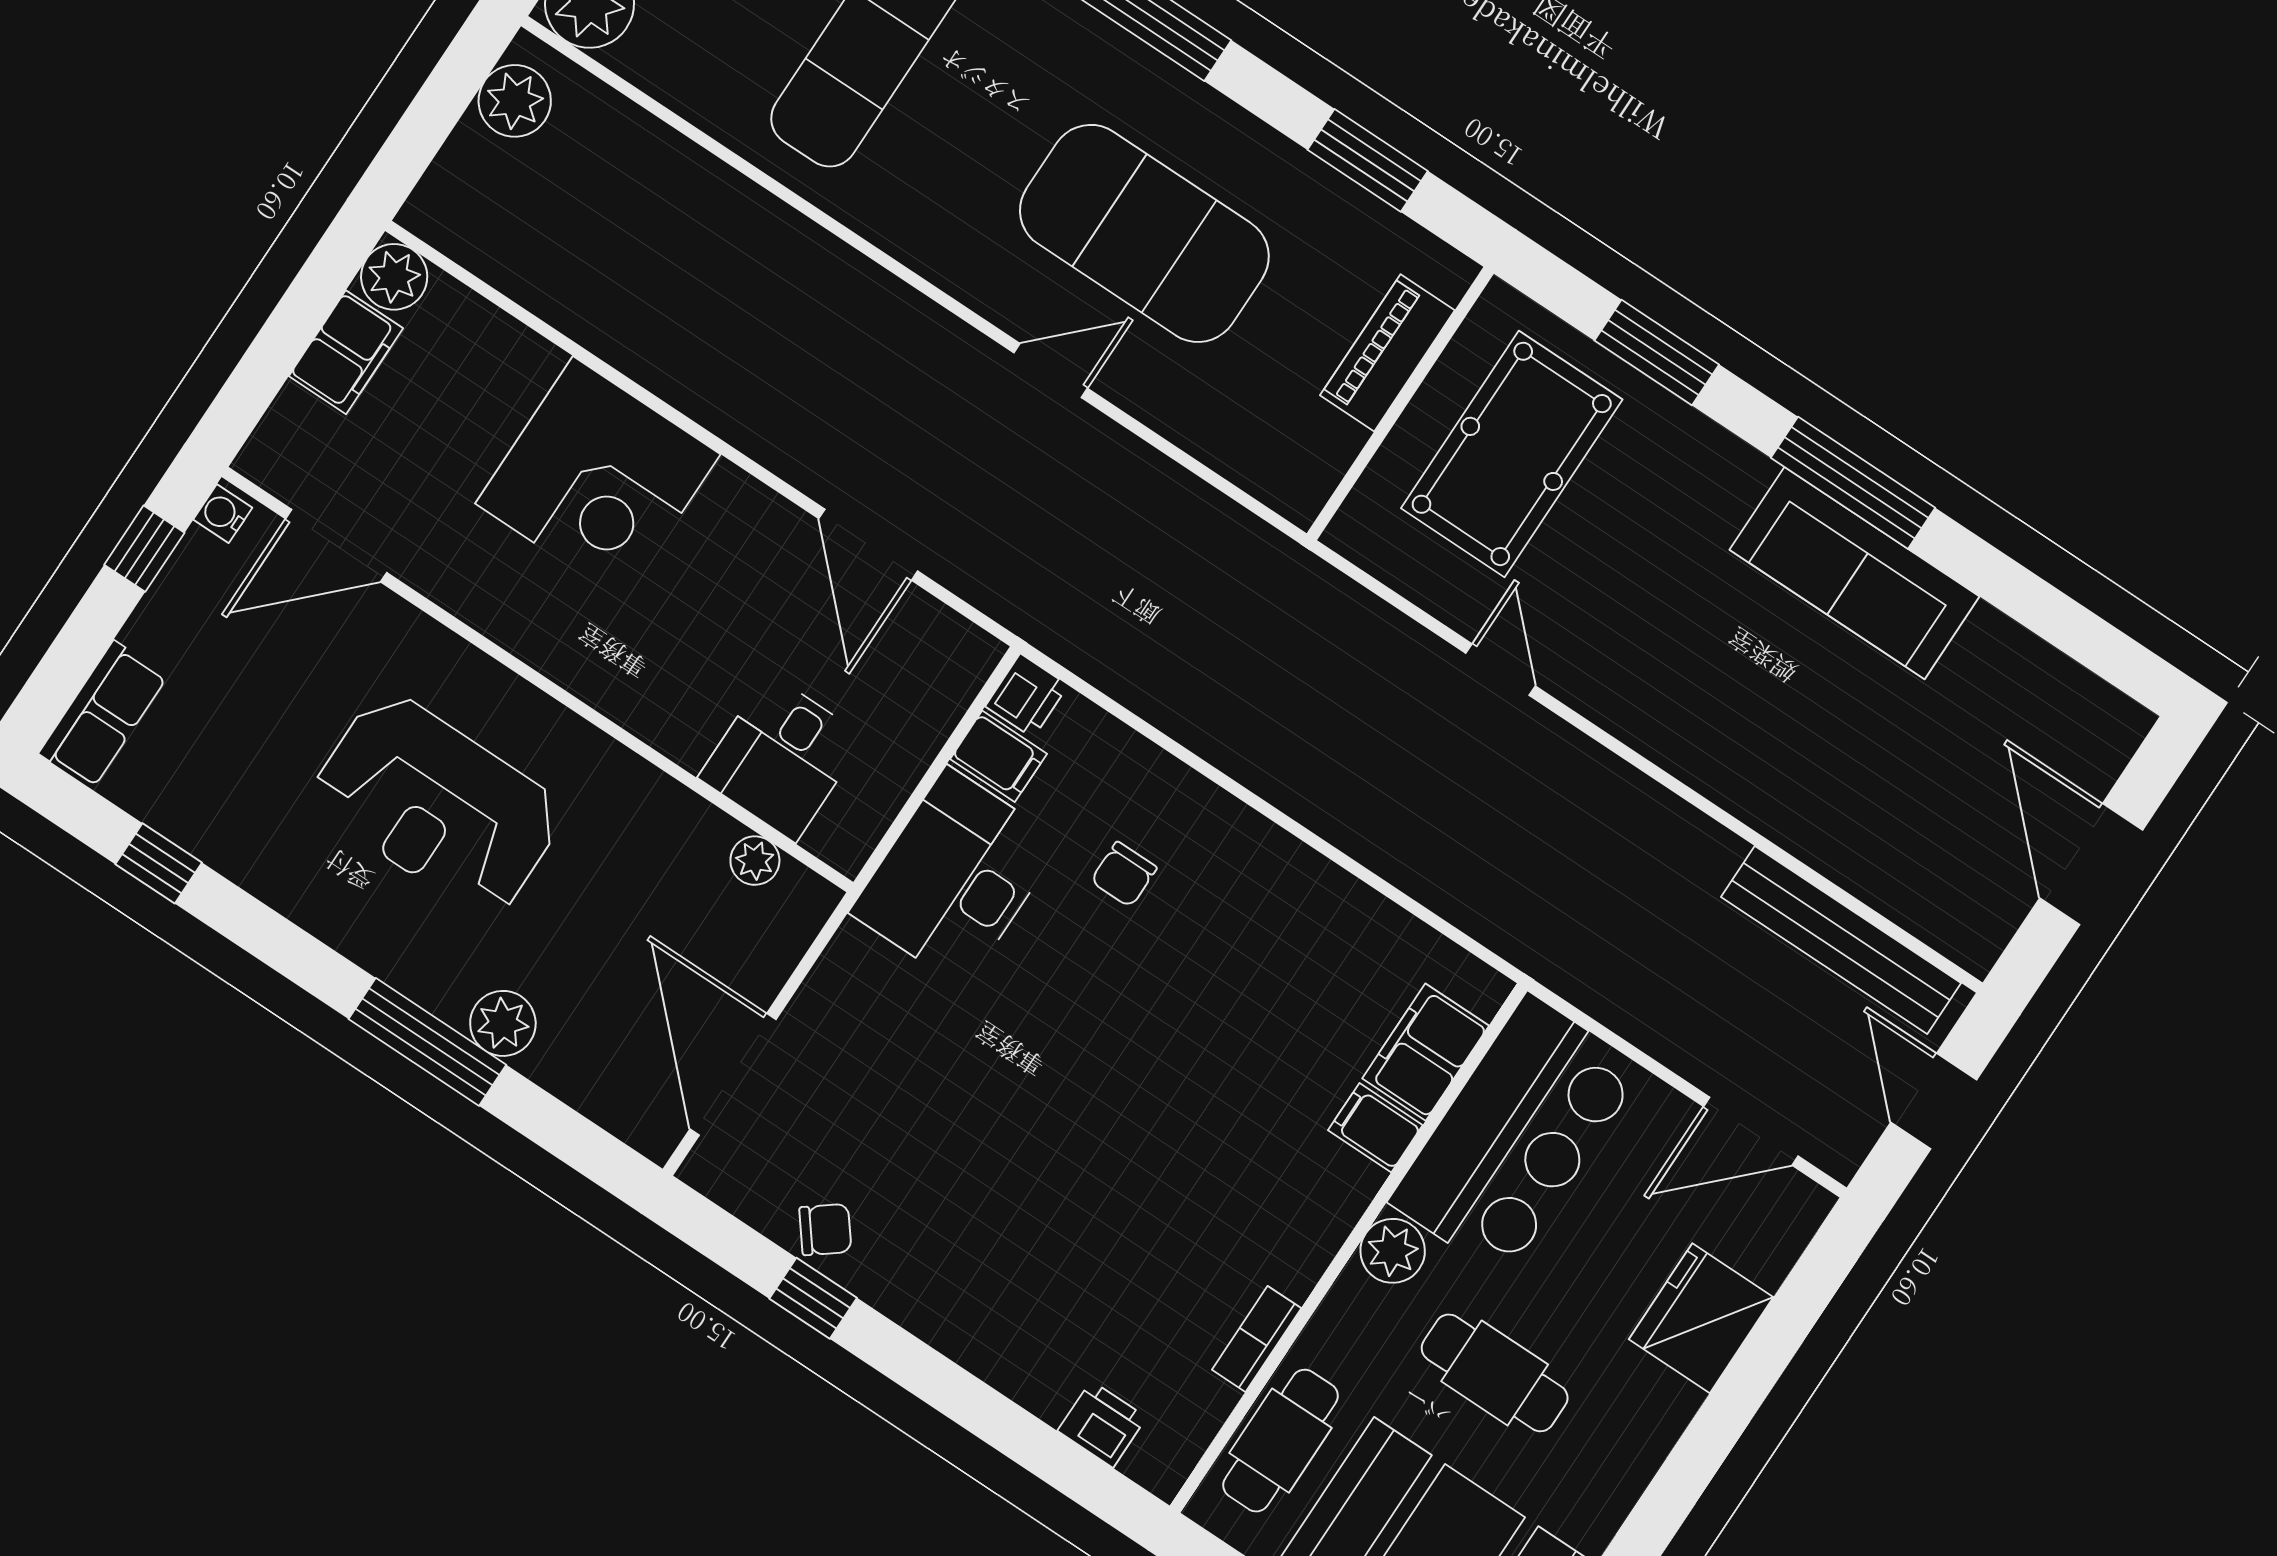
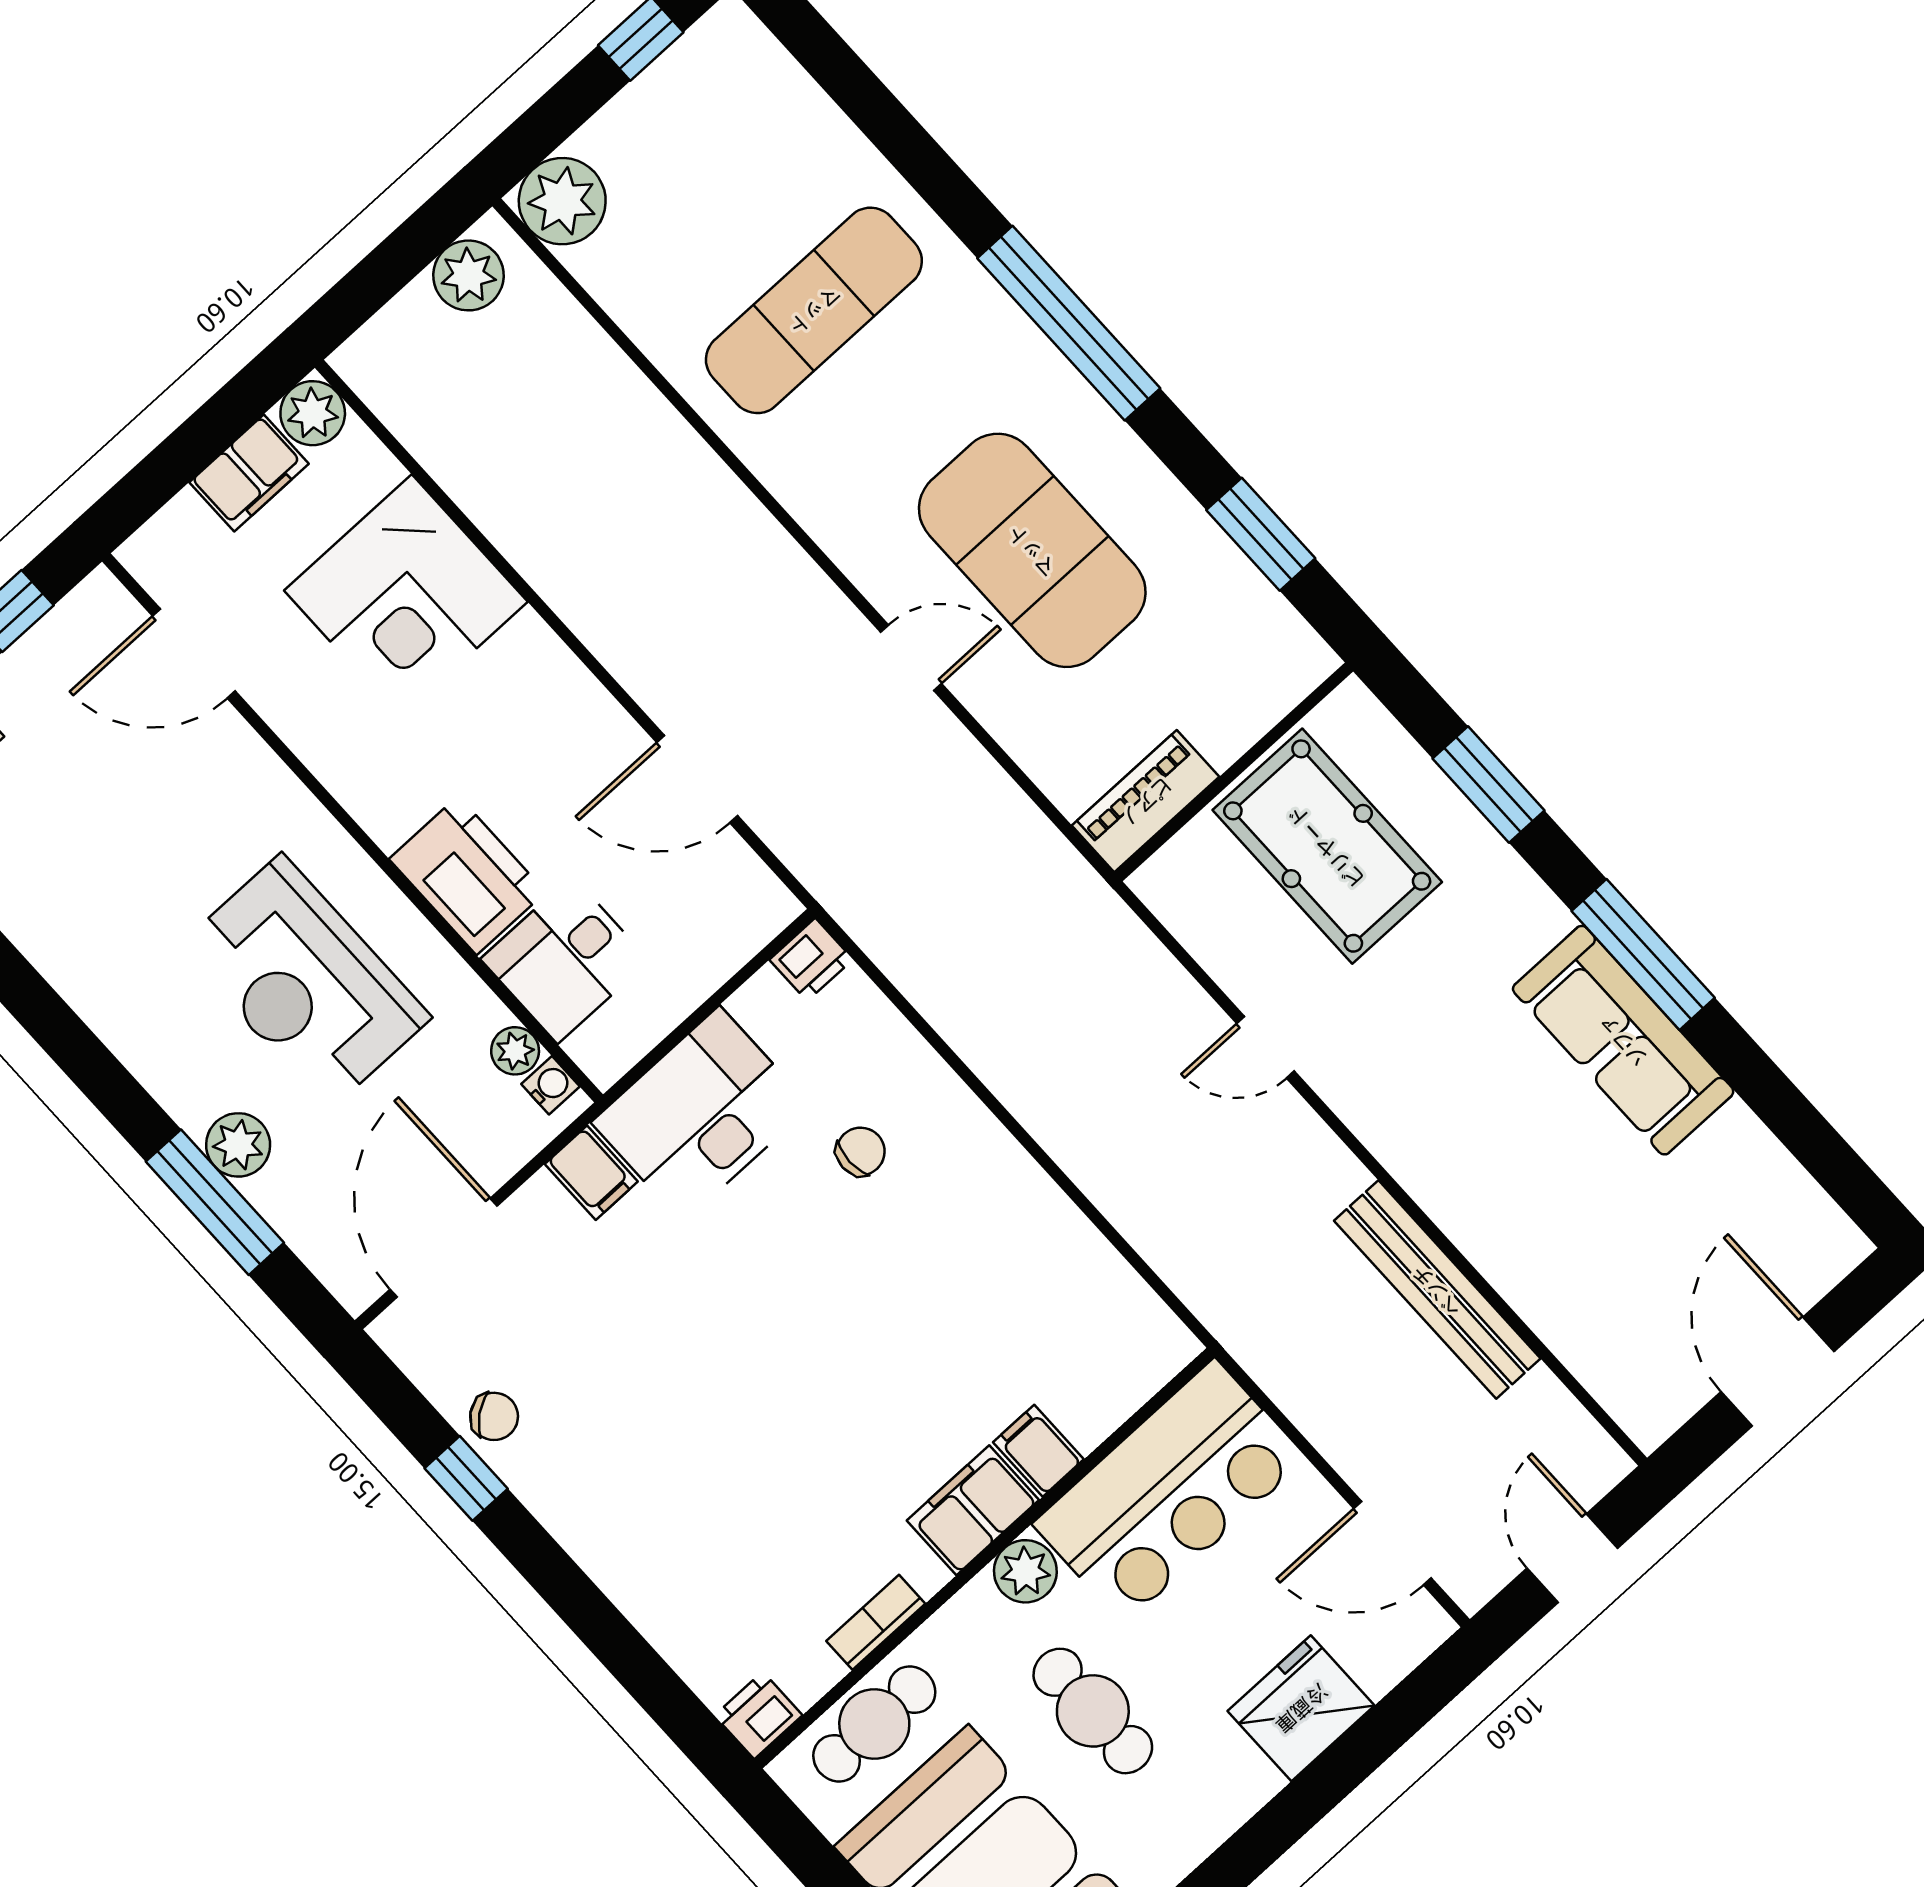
piano: (1387, 353) -> (1146, 801), moved
pool table: (1512, 454) -> (1327, 846), turned 90
corner desk: (598, 479) -> (406, 596), moved
water cooler: (223, 514) -> (551, 1085), moved, turned 90
door: (868, 545) -> (697, 779), hinge flipped
door: (1501, 670) -> (1266, 1047), swing flipped
printer: (664, 698) -> (467, 875), added
filing cabinet: (998, 756) -> (591, 1173), moved
reception desk: (437, 805) -> (305, 982), moved
chair: (1124, 874) -> (861, 1151), turned 180
bench: (1841, 940) -> (1437, 1290), moved
window: (427, 1042) -> (215, 1202), moved
filing cabinet: (1426, 1052) -> (973, 1510), moved
printer: (1102, 1424) -> (758, 1715), moved, turned -90

